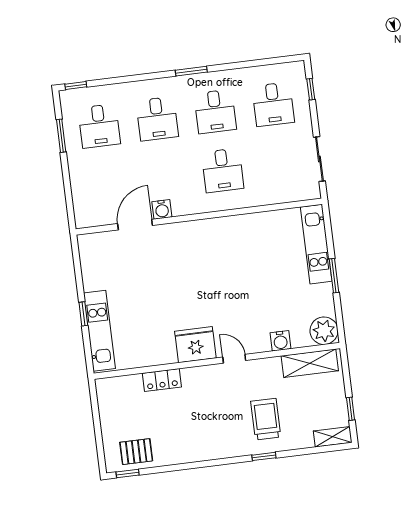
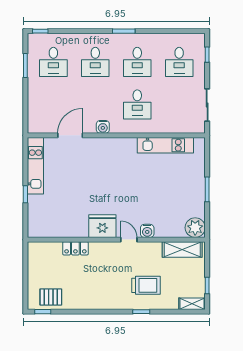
water cooler: (162, 209) -> (103, 127), moved
kitchen unit: (316, 244) -> (165, 145), moved, turned -90
kitchen unit: (99, 331) -> (35, 166), moved
water cooler: (280, 341) -> (147, 231), moved
trolley: (266, 419) -> (146, 285), turned 90

